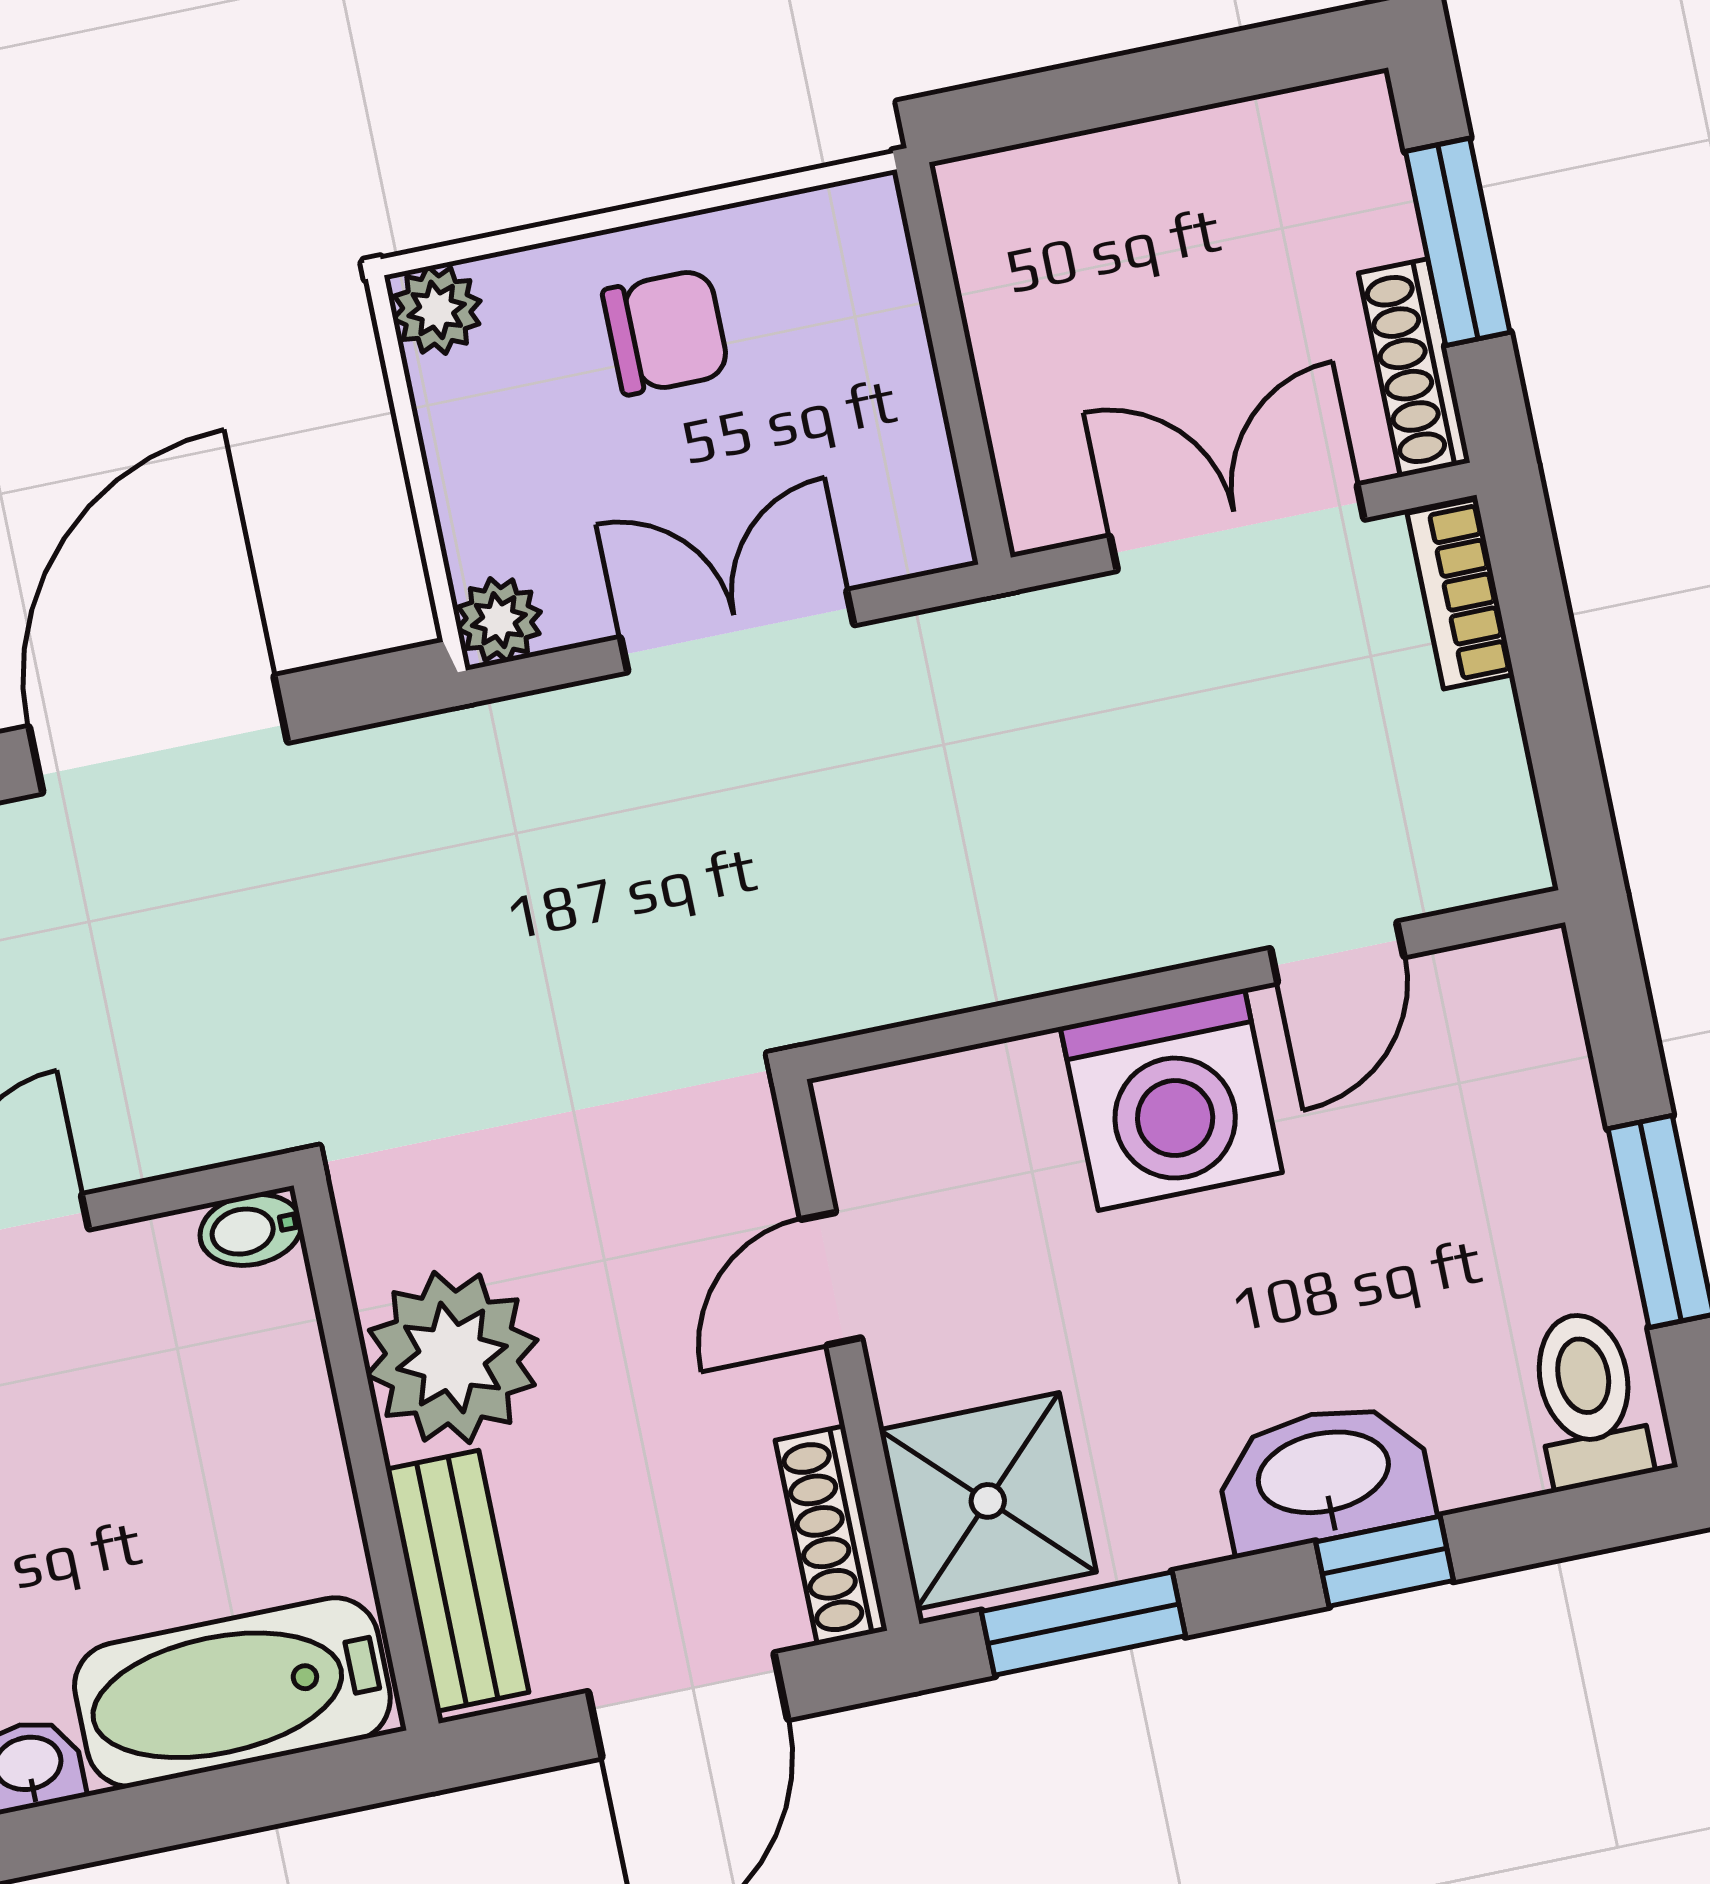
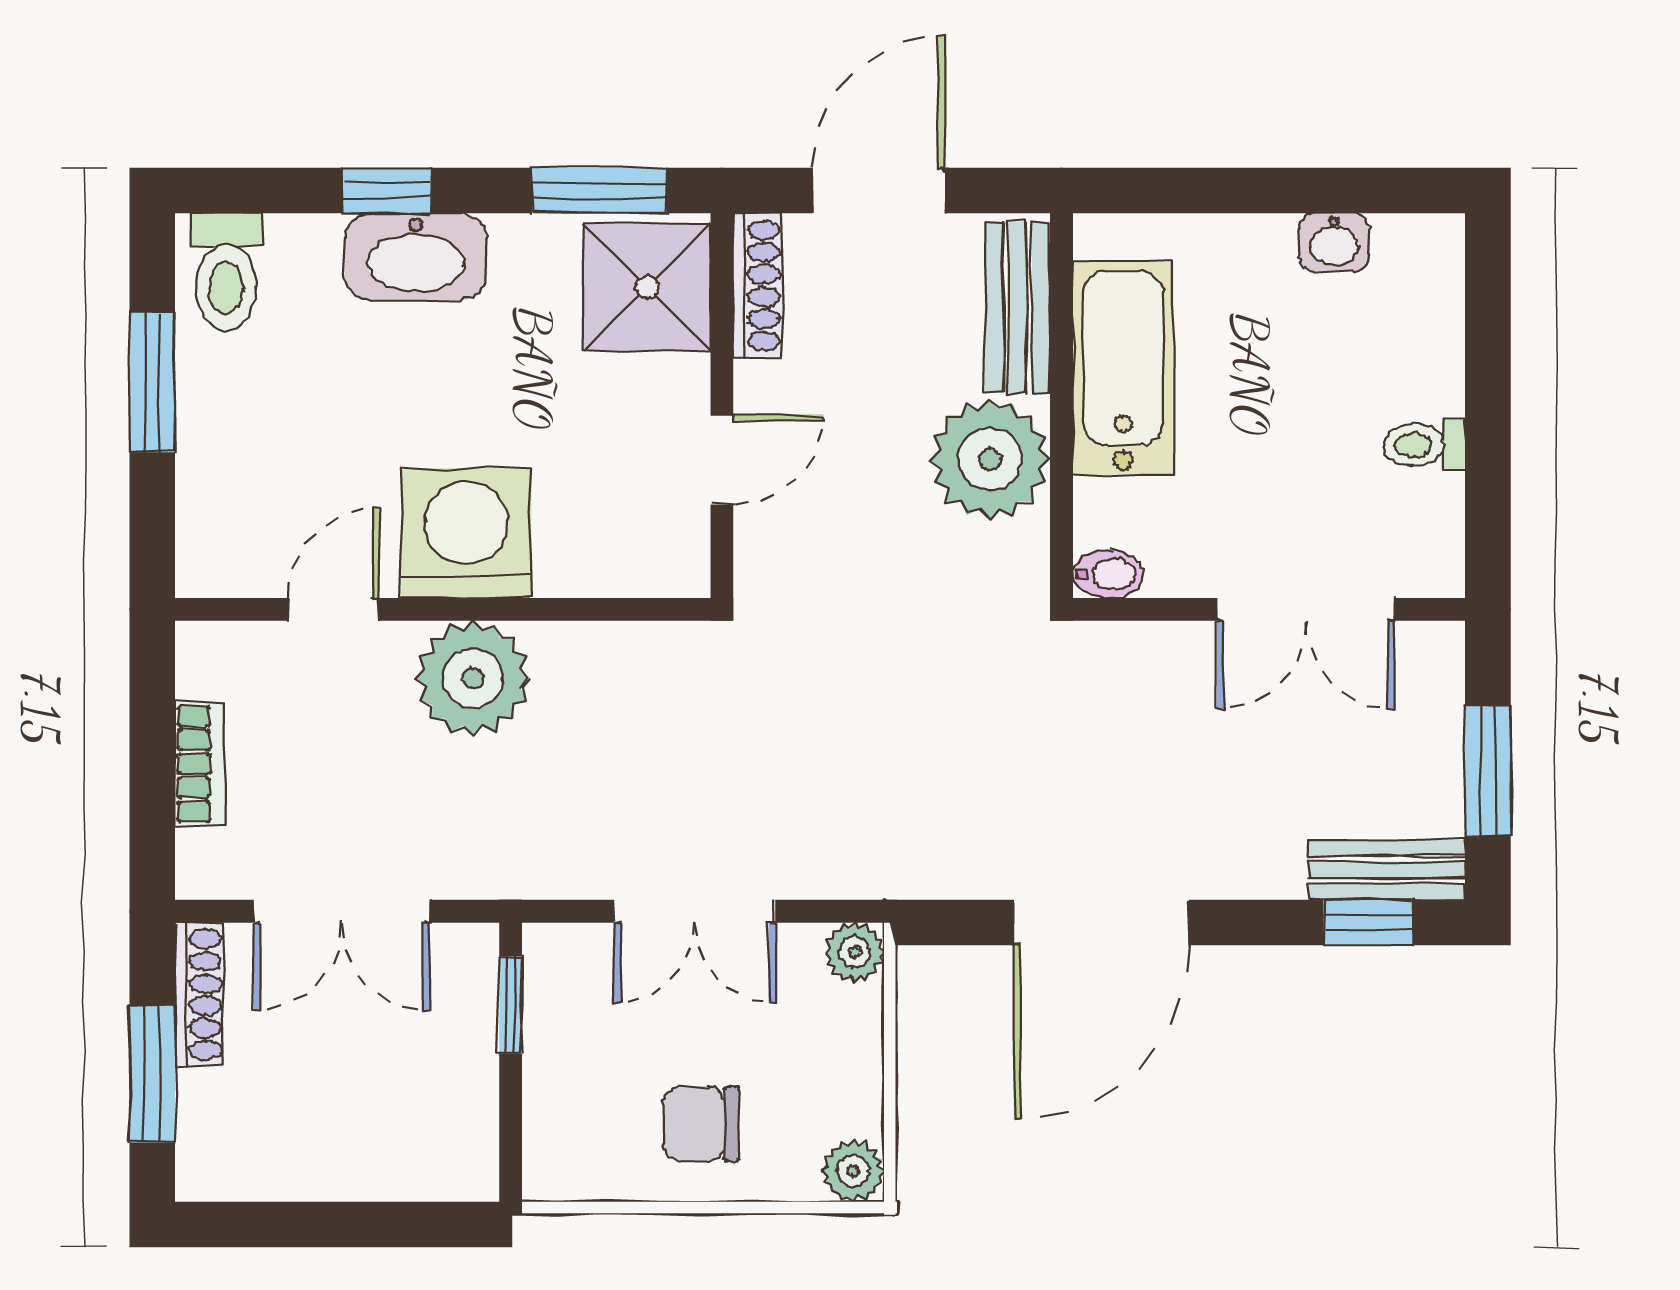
window: (970, 444) -> (511, 1005), added
bookcase: (1461, 594) -> (200, 764), moved
plant: (1120, 896) -> (473, 678), added
bathtub: (232, 1692) -> (1123, 368), moved, turned -90

